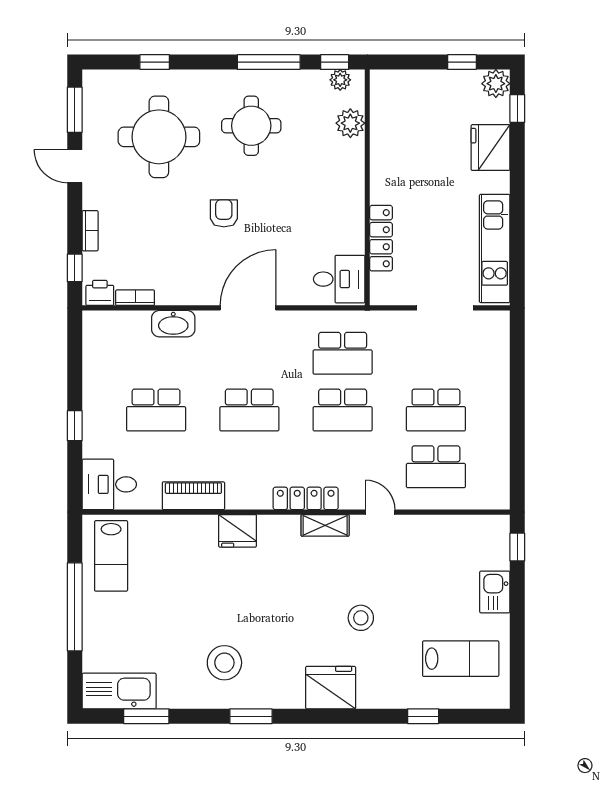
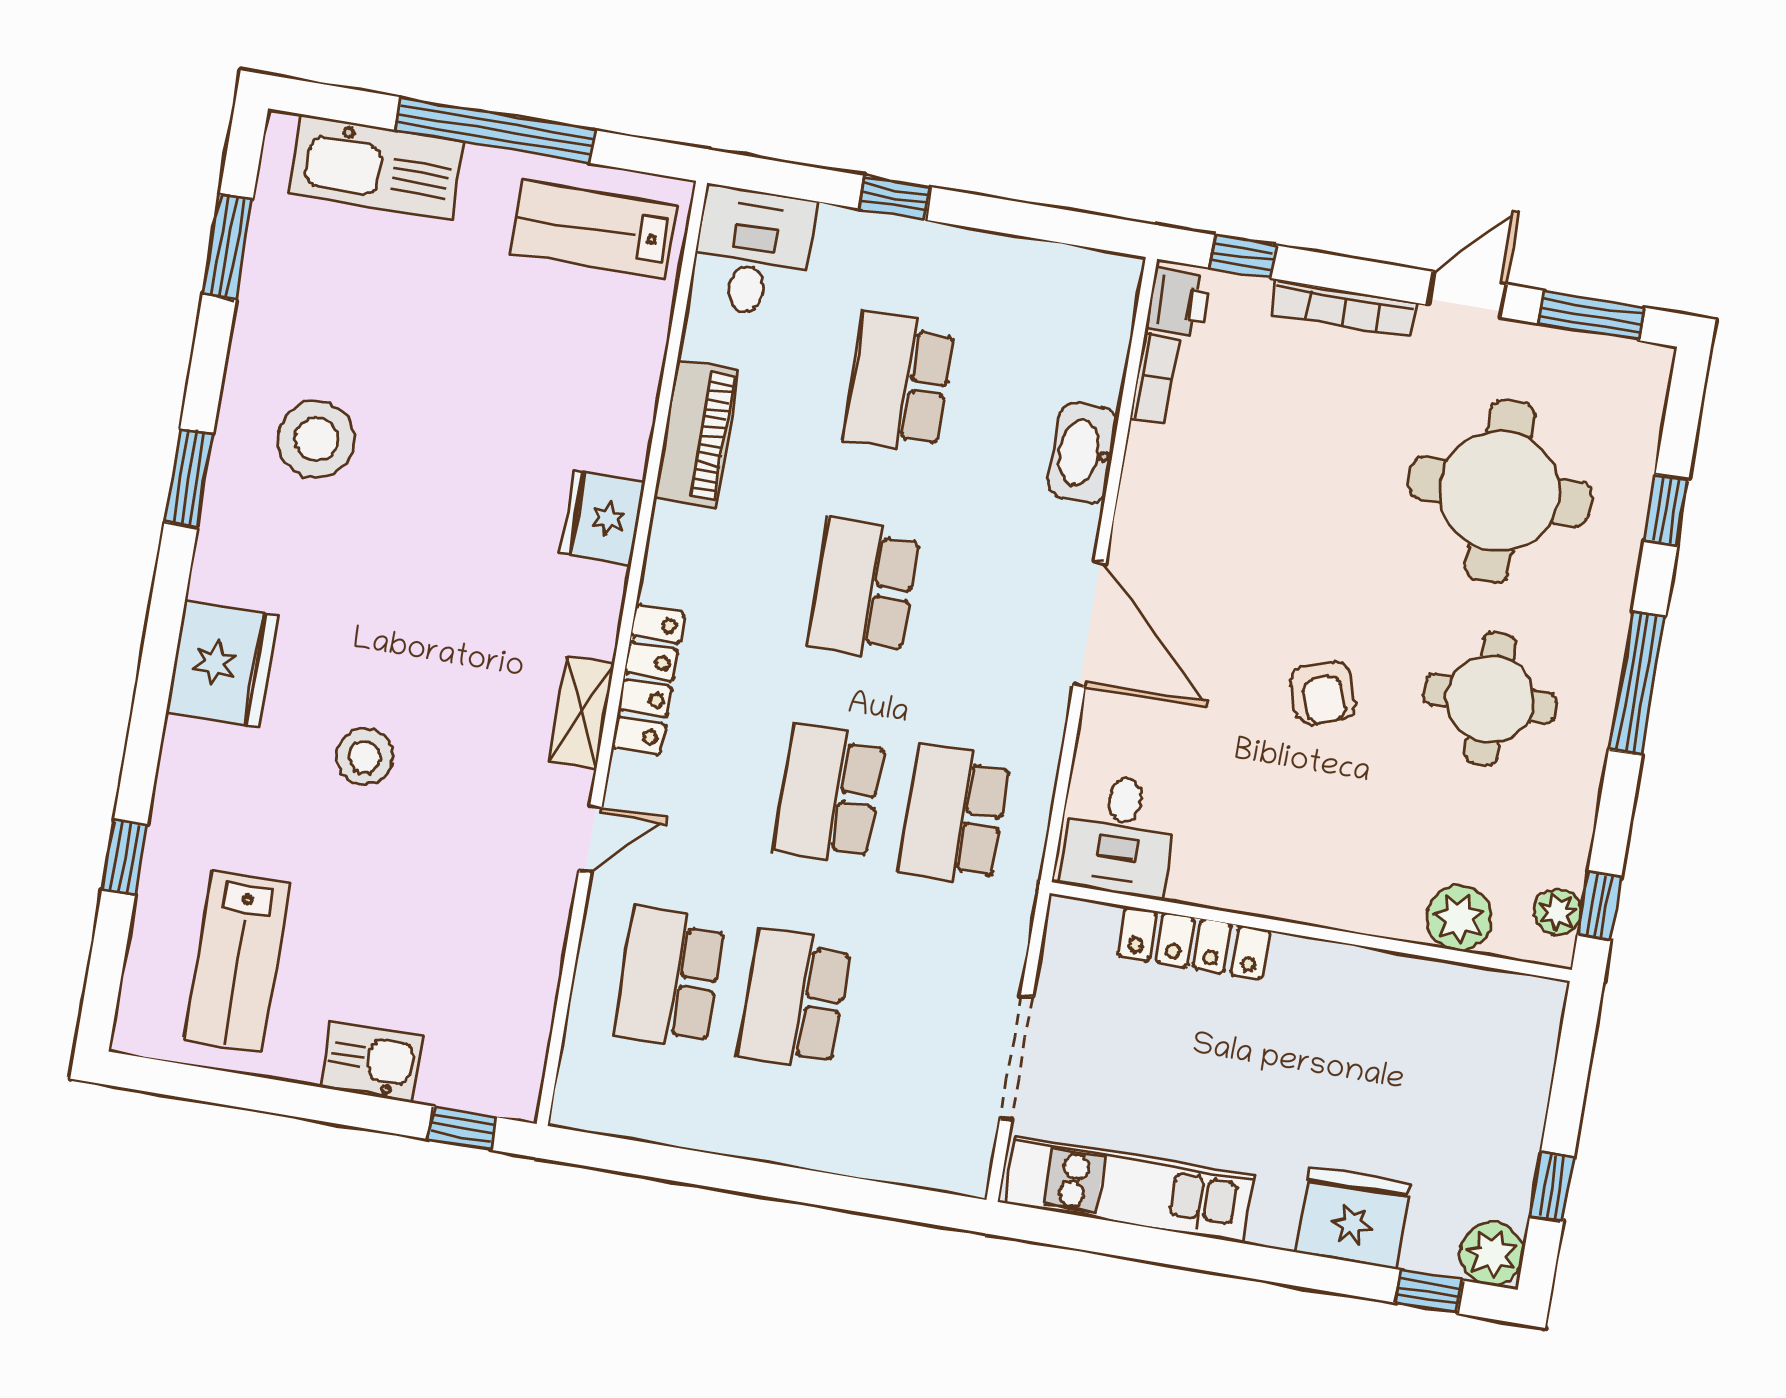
window: (269, 62) -> (1637, 683), moved
armchair: (224, 213) -> (1323, 693), moved, turned 70
bookcase: (90, 231) -> (1344, 309), width x1.56
kitchen sink: (119, 691) -> (377, 167), moved, turned 90

